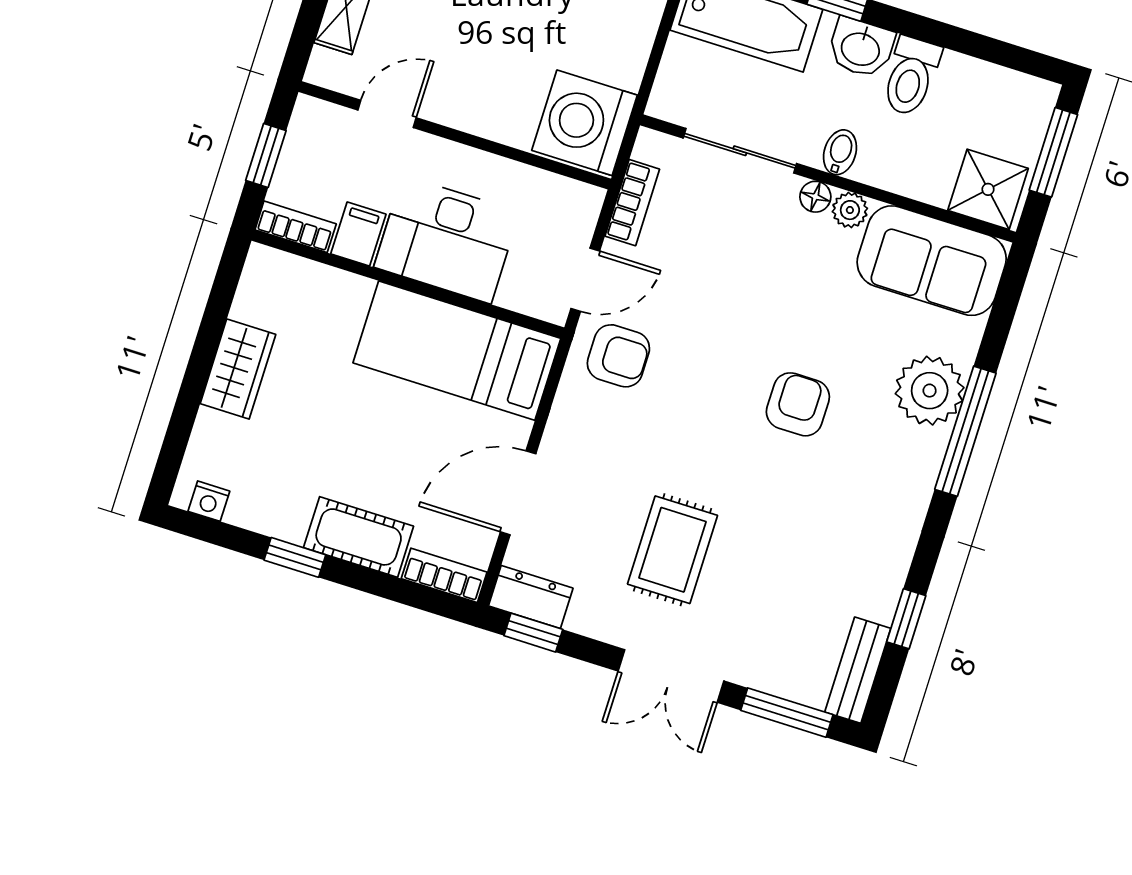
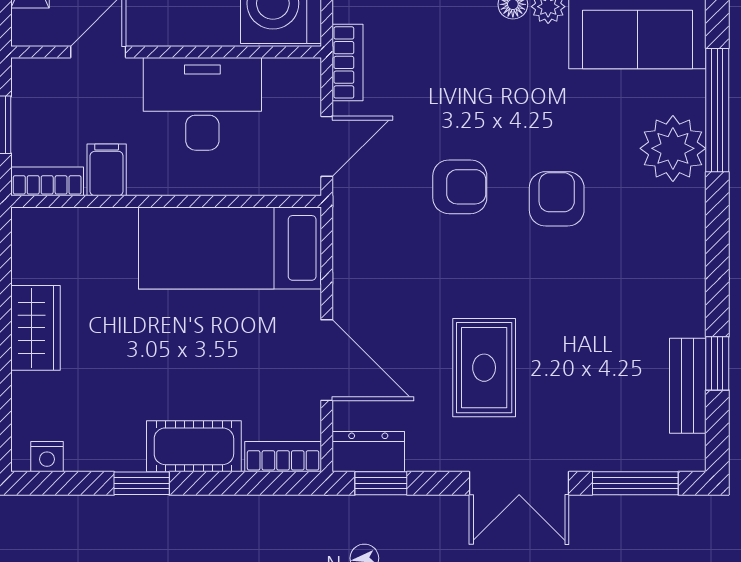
desk: (447, 240) -> (202, 104), moved, turned 180
armchair: (618, 356) -> (460, 187), moved
window: (965, 431) -> (717, 110), moved
door: (518, 493) -> (327, 360), swing flipped
bench: (858, 670) -> (688, 386), moved

